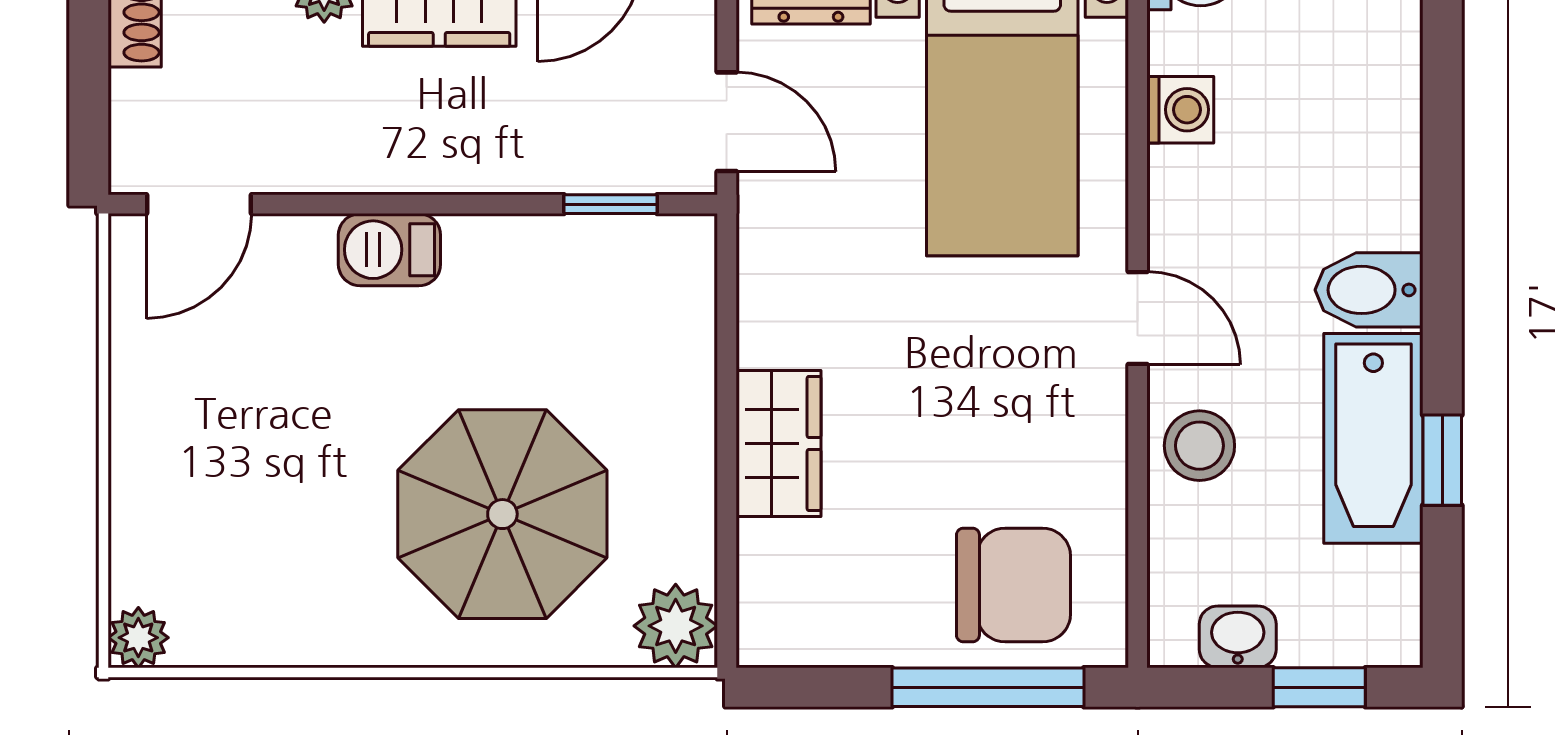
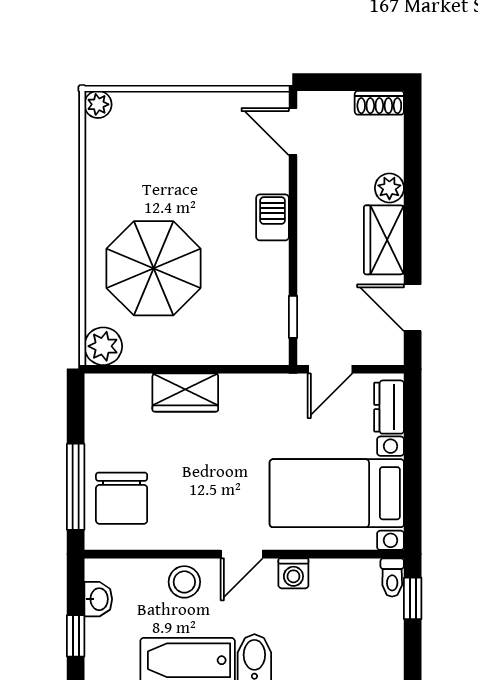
washing machine: (1180, 110) -> (293, 573), moved

